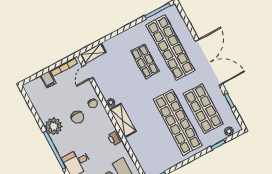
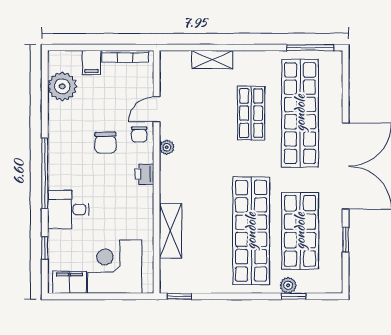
shelving: (93, 53) -> (212, 60), moved
door: (88, 72) -> (157, 109), moved
shelving: (123, 120) -> (171, 231), moved
plant: (54, 126) -> (62, 86), moved
plant: (229, 131) -> (288, 285), moved
printer: (115, 138) -> (144, 174), moved

